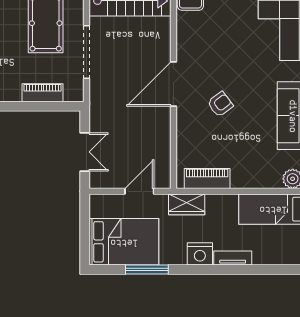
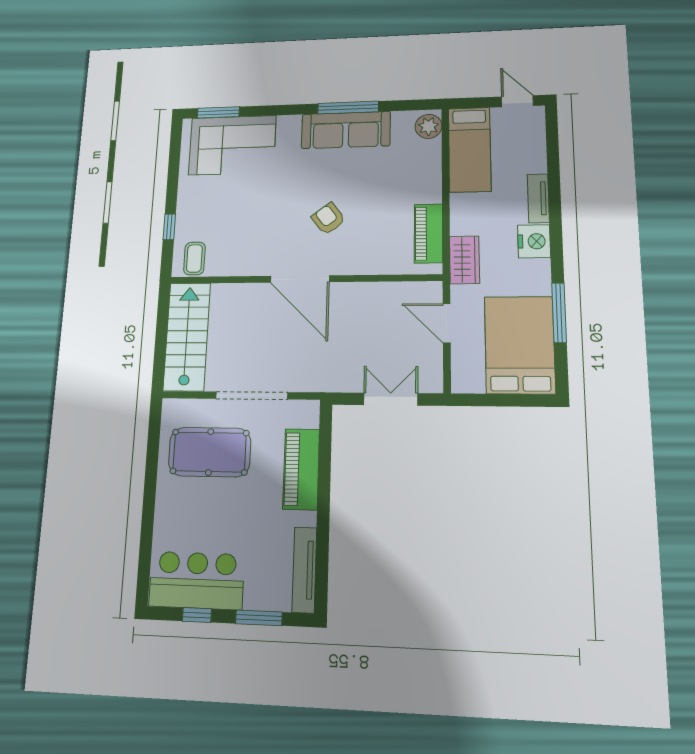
piano: (43, 93) -> (301, 469), width x1.37, depth x1.33

